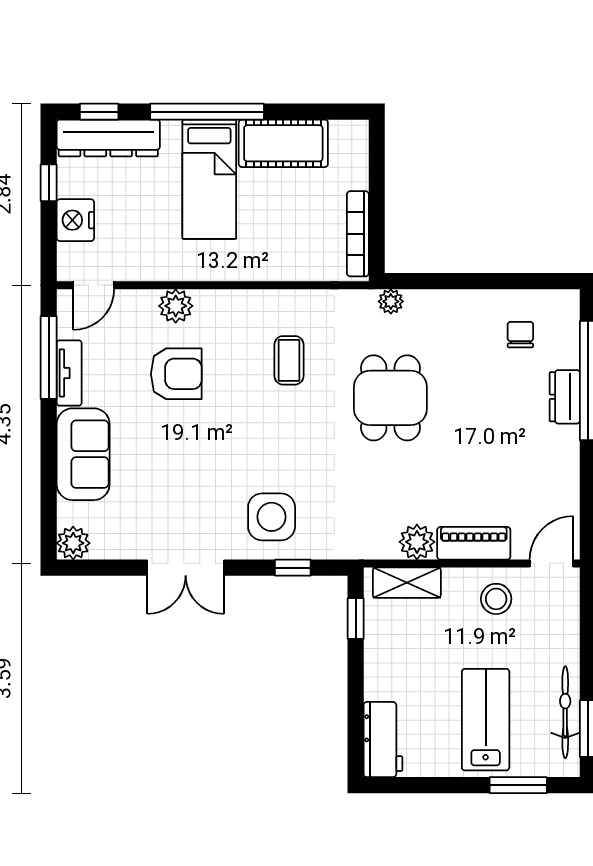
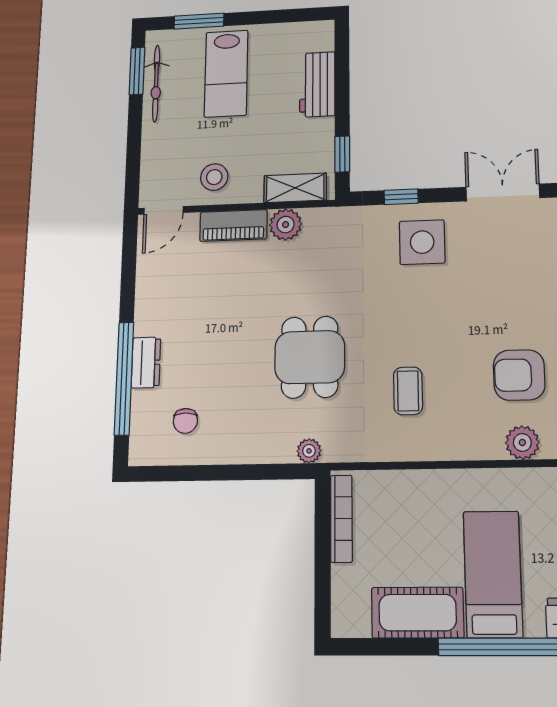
workbench: (383, 740) -> (317, 84), moved

